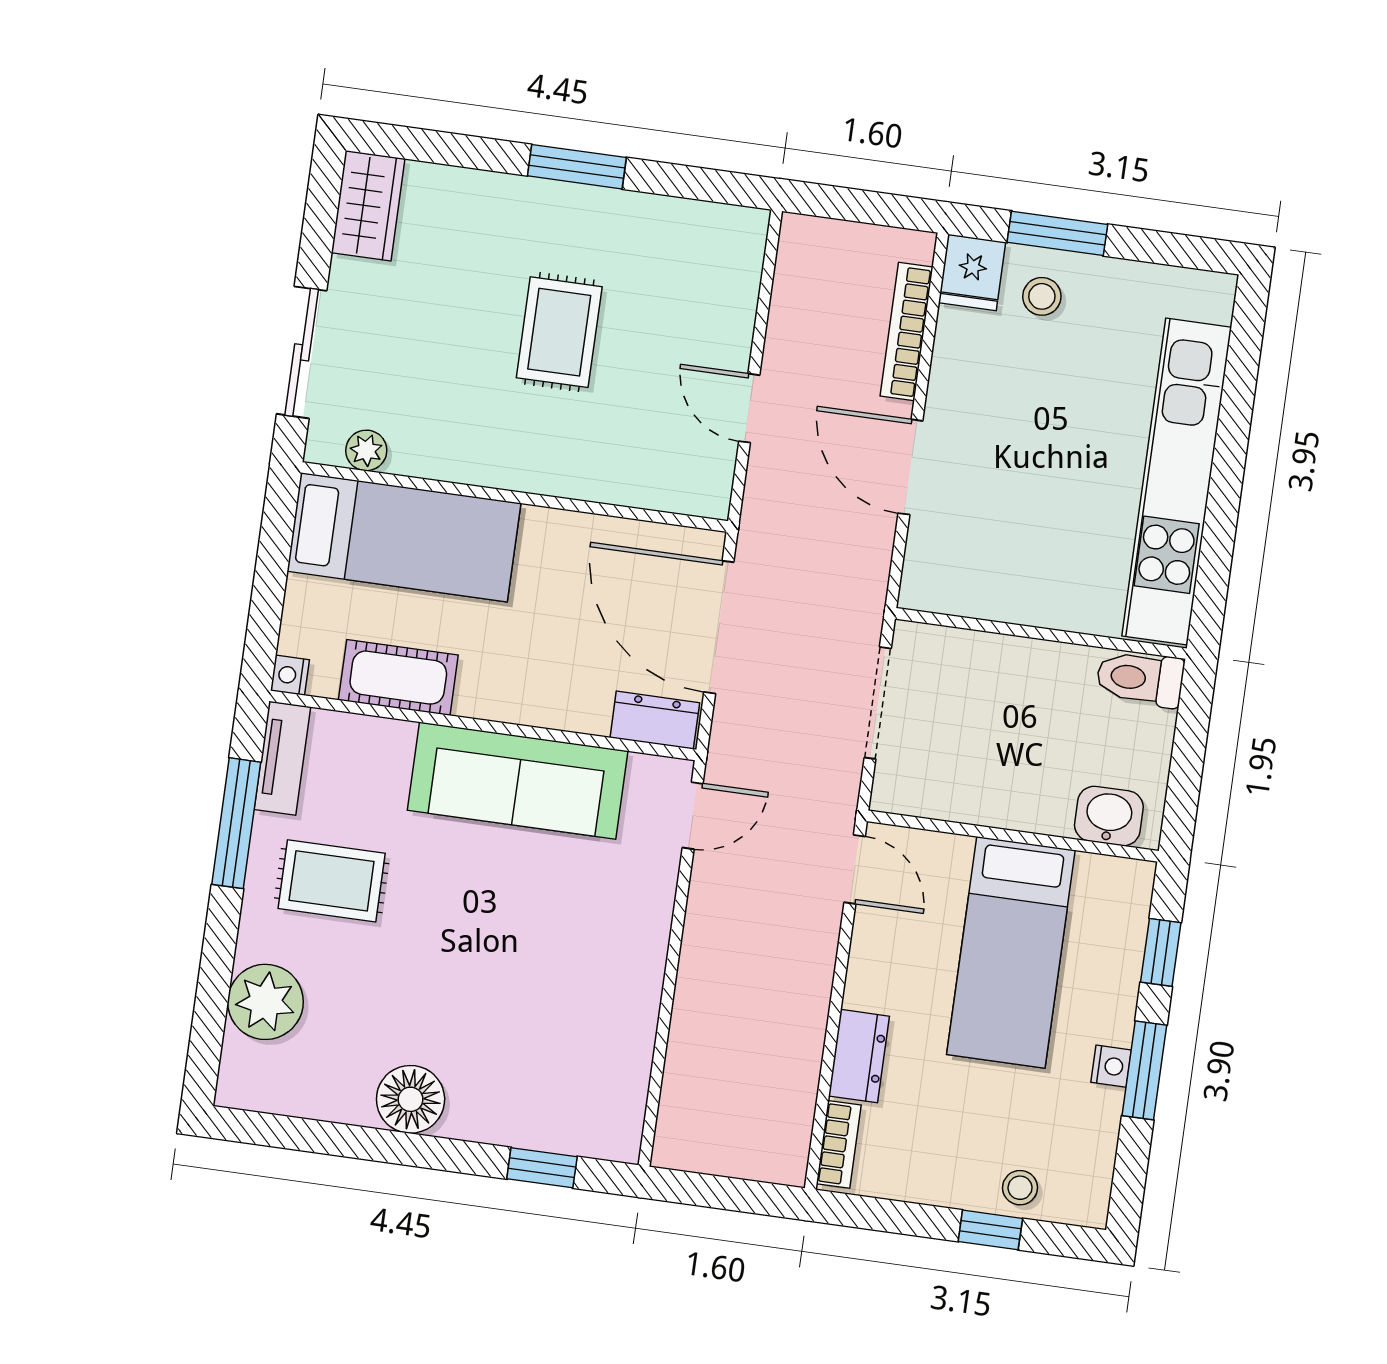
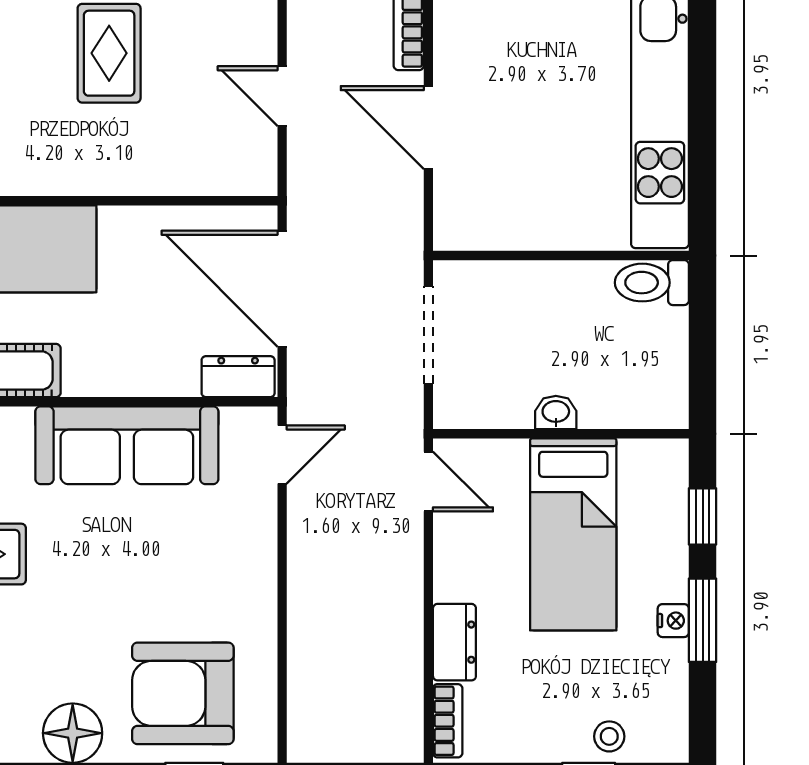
washbasin: (1109, 816) -> (556, 412), moved, width x0.72, depth x0.69
armchair: (542, 1071) -> (183, 693), added

